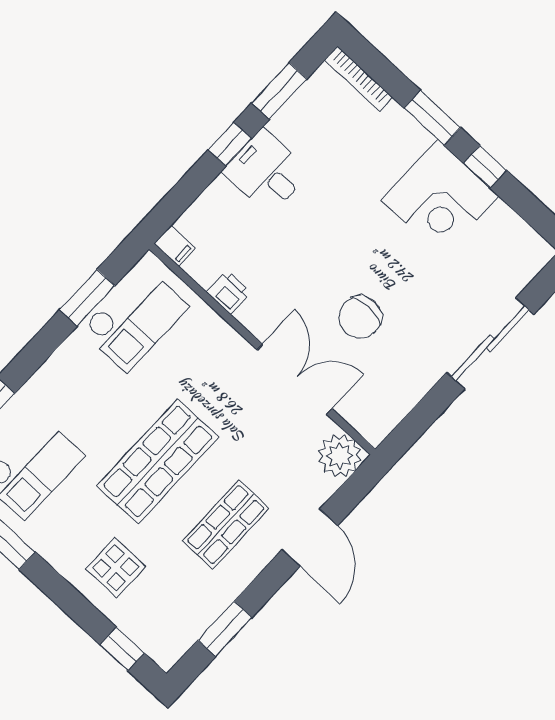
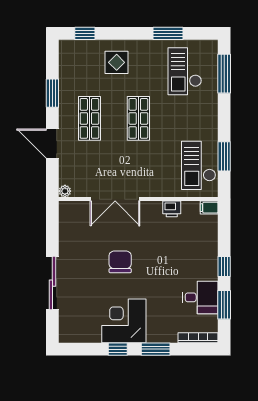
desk: (266, 172) -> (200, 297), moved
chair: (360, 317) -> (120, 262), moved
plant: (340, 456) -> (65, 191), width x0.53, depth x0.53
shop shelf: (158, 461) -> (138, 118), width x0.70, depth x0.74
window: (225, 629) -> (52, 93), moved

